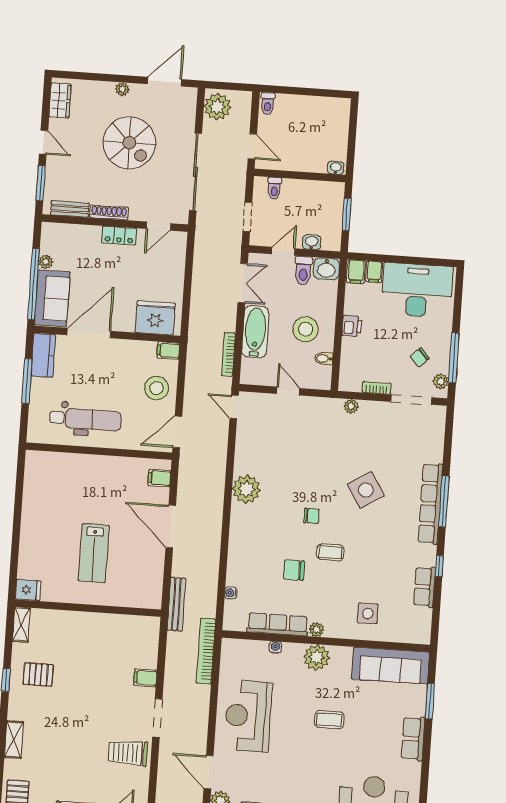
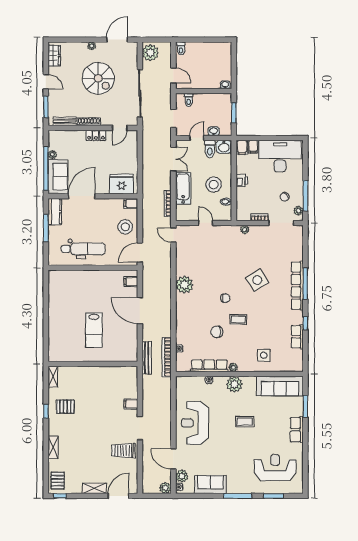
fridge: (28, 590) -> (56, 355), removed
bookcase: (206, 651) -> (167, 357), moved

